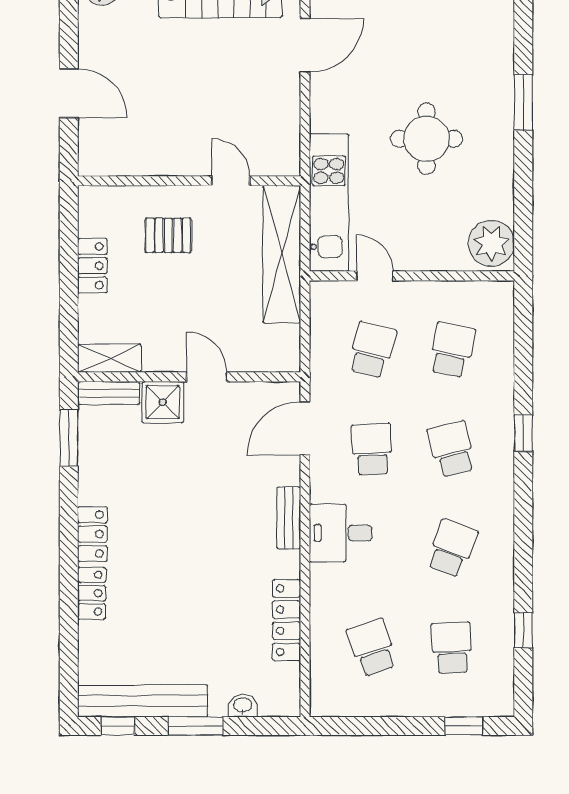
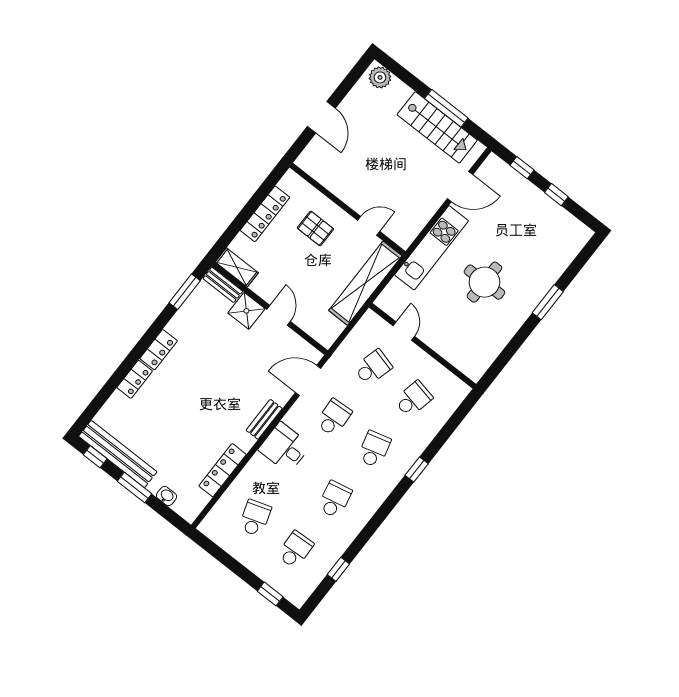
door: (231, 181) -> (369, 226), hinge flipped
kitchen unit: (329, 203) -> (432, 248), moved
plant: (491, 243) -> (476, 361), removed
locker: (92, 266) -> (265, 214), width x1.53
school desk: (452, 548) -> (335, 499), turned -33

